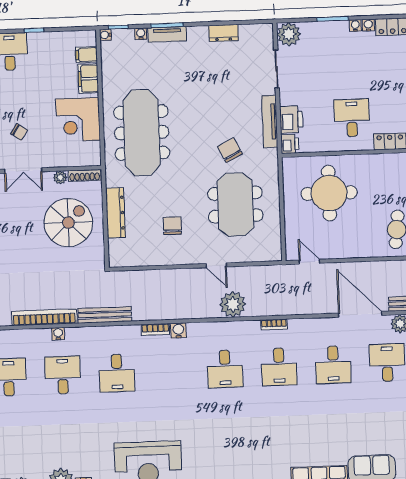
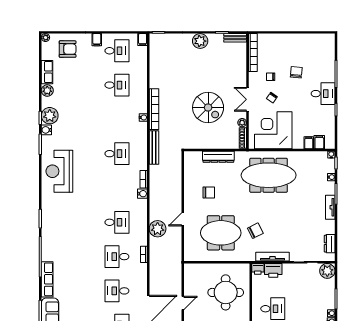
dresser: (223, 33) -> (330, 244), moved
tv unit: (167, 34) -> (330, 207), moved
filing cabinet: (88, 79) -> (309, 143), width x0.50
corner desk: (78, 120) -> (273, 130), width x1.36, depth x1.36
spiral stairs: (68, 223) -> (208, 108), moved
door: (309, 262) -> (183, 303), moved
desk: (225, 369) -> (117, 222), turned 180
desk: (117, 373) -> (117, 154), turned 180
desk: (63, 375) -> (117, 119), removed

